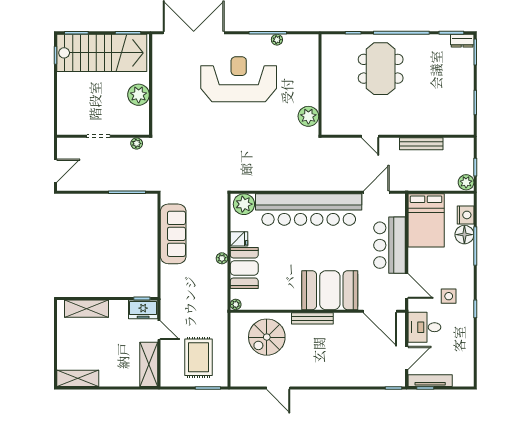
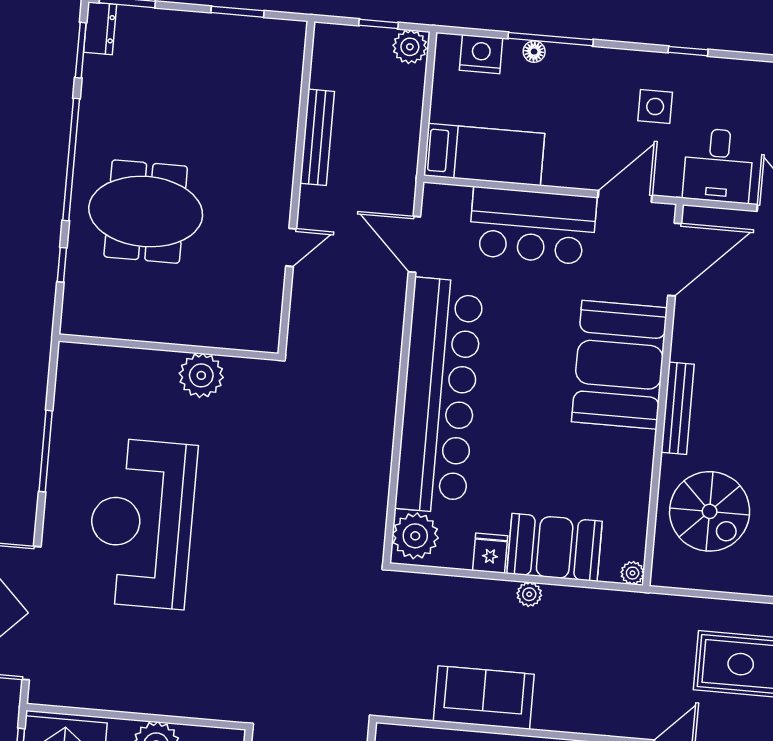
plant: (277, 40) -> (62, 432), removed
plant: (308, 116) -> (201, 375), moved
bed: (426, 220) -> (484, 155), width x0.67
sofa: (173, 234) -> (484, 698), width x0.73
floor lamp: (464, 235) -> (534, 52), width x0.53, depth x0.53

